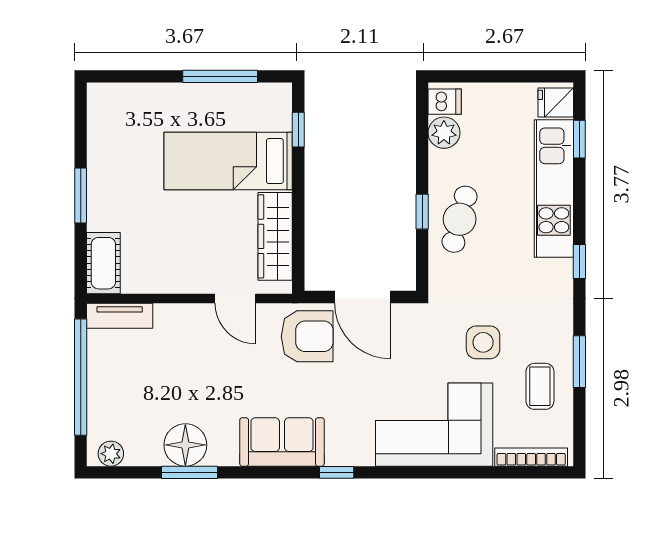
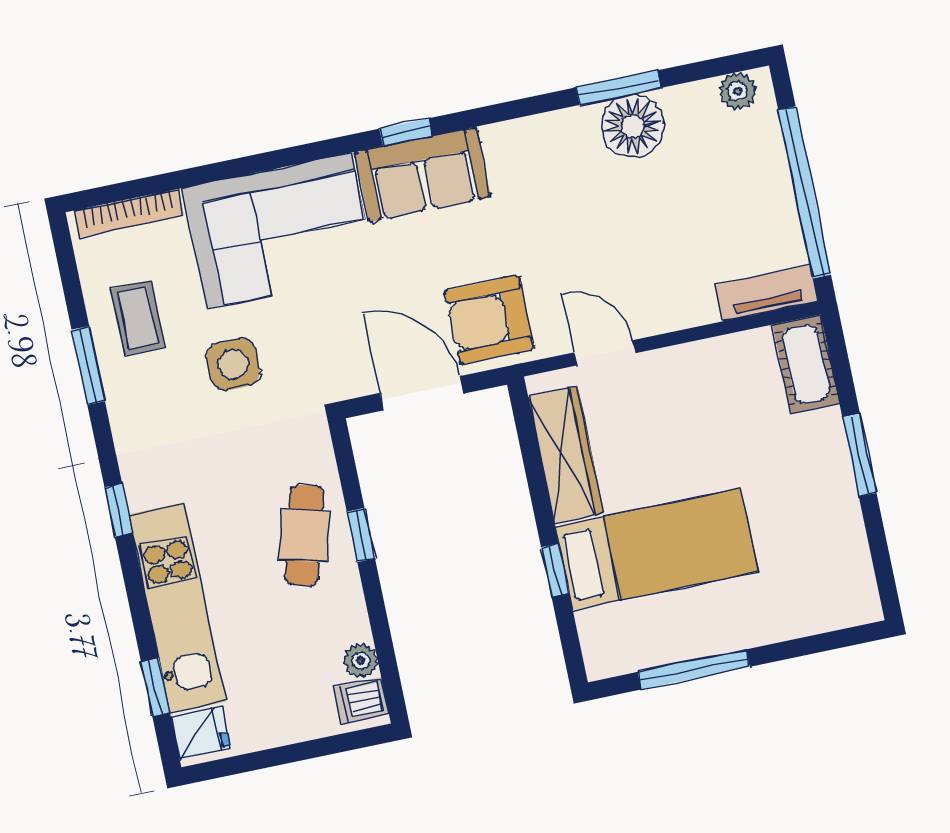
window: (298, 130) -> (555, 570), moved
plant: (444, 133) -> (361, 661), width x0.73, depth x0.73
sofa: (282, 442) -> (423, 174), moved

